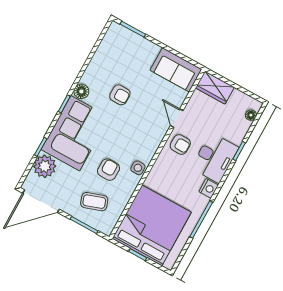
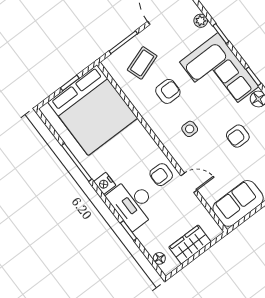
wardrobe: (215, 88) -> (190, 244), moved
plant: (45, 166) -> (201, 21), width x0.53, depth x0.53
side table: (138, 168) -> (190, 129), moved
armchair: (109, 170) -> (168, 91), turned -90

